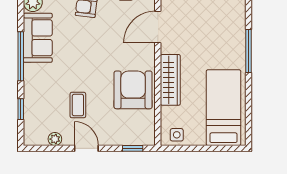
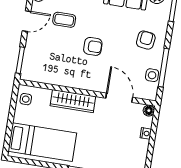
armchair: (133, 90) -> (93, 46), moved, width x0.53, depth x0.53
window: (133, 148) -> (20, 60), width x1.50

